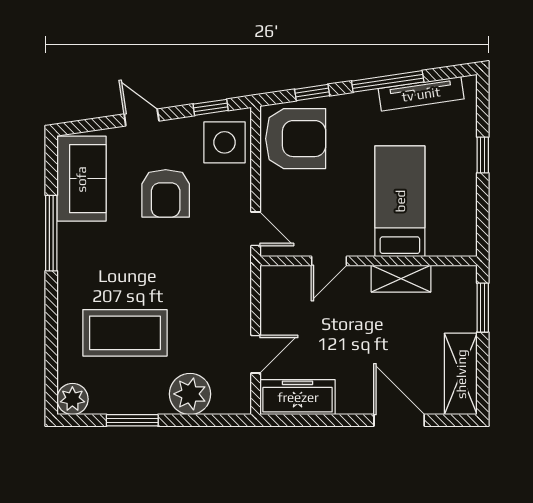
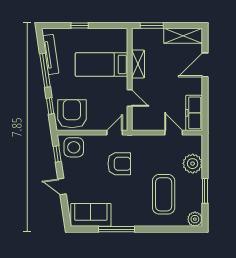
door: (142, 117) -> (62, 186), hinge flipped
armchair: (166, 193) -> (119, 164), moved

